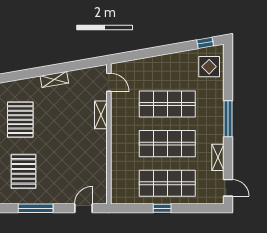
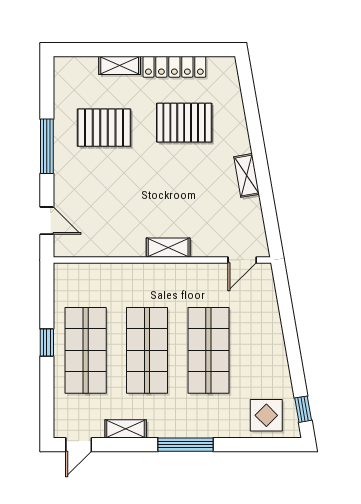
shelving: (101, 115) -> (168, 248), moved

